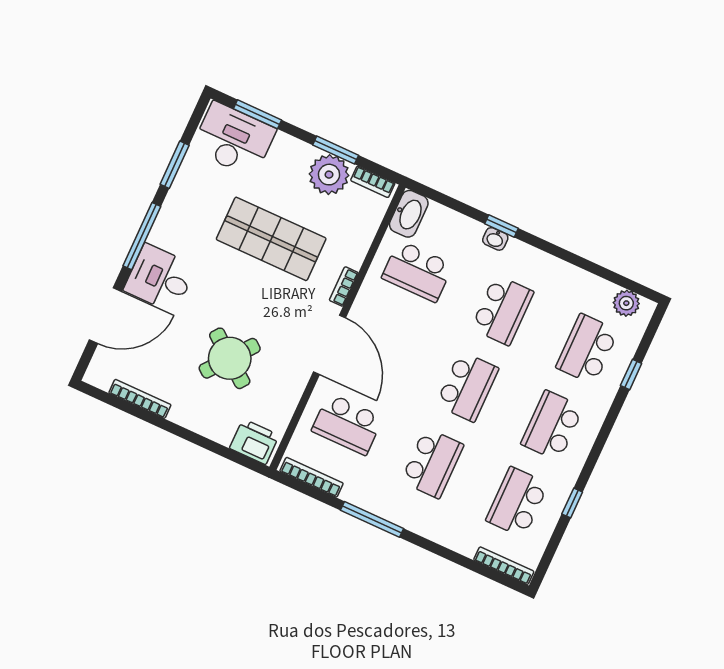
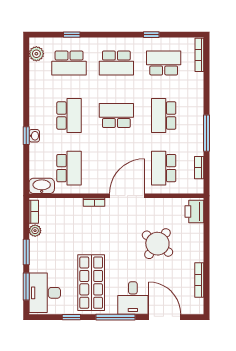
window: (336, 150) -> (26, 252), moved
window: (175, 165) -> (71, 317), width x0.67
plant: (329, 175) -> (35, 231), width x0.53, depth x0.53
shop shelf: (271, 239) -> (91, 283), moved
school desk: (502, 310) -> (69, 116), turned 90
school desk: (347, 424) -> (164, 168), turned 180
school desk: (432, 463) -> (164, 116), turned -90
bookcase: (311, 477) -> (199, 168), width x0.64
school desk: (517, 502) -> (164, 63), turned 180

